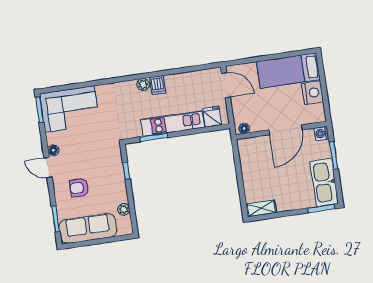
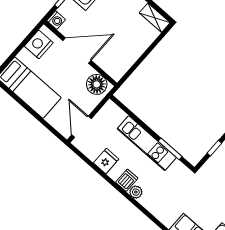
nightstand: (313, 93) -> (39, 44), moved
fridge: (212, 117) -> (106, 161), moved, turned 180
floor lamp: (244, 128) -> (97, 84), width x1.89, depth x1.89

